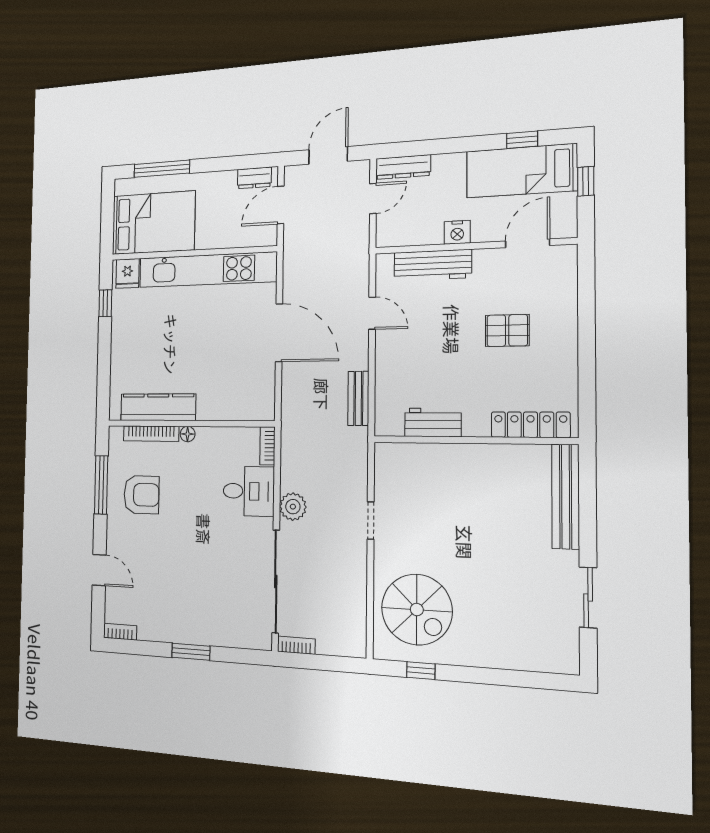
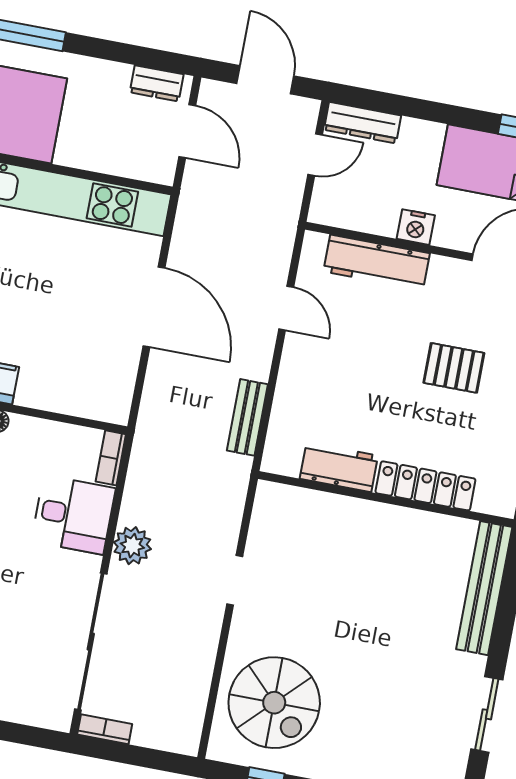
door: (328, 155) -> (265, 80), hinge flipped
door: (281, 205) -> (187, 131), swing flipped
locker: (530, 425) -> (425, 486), moved

